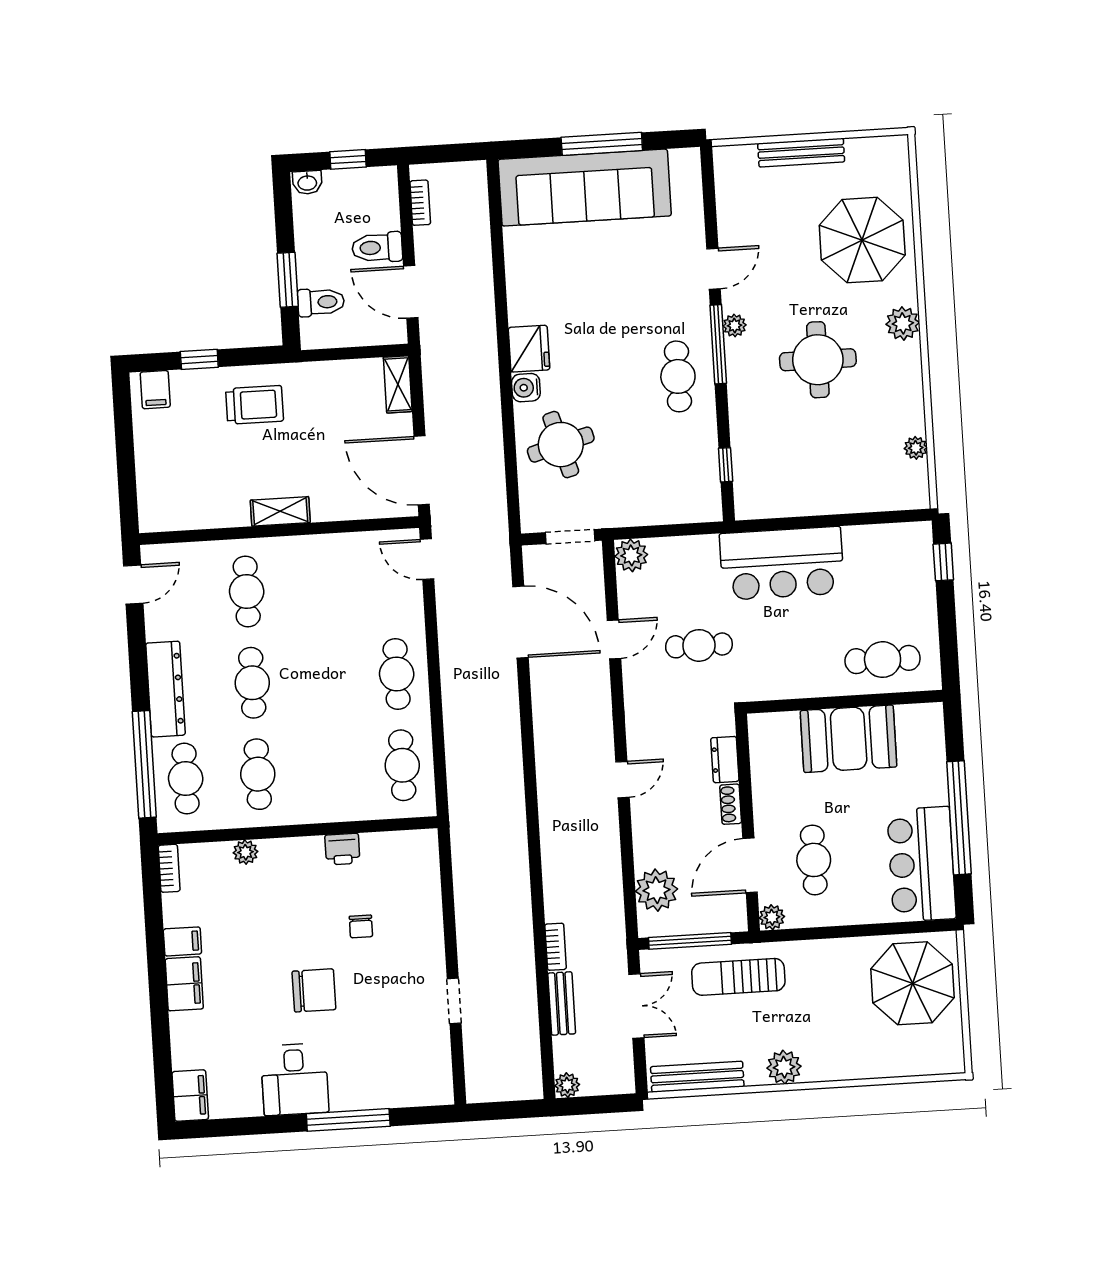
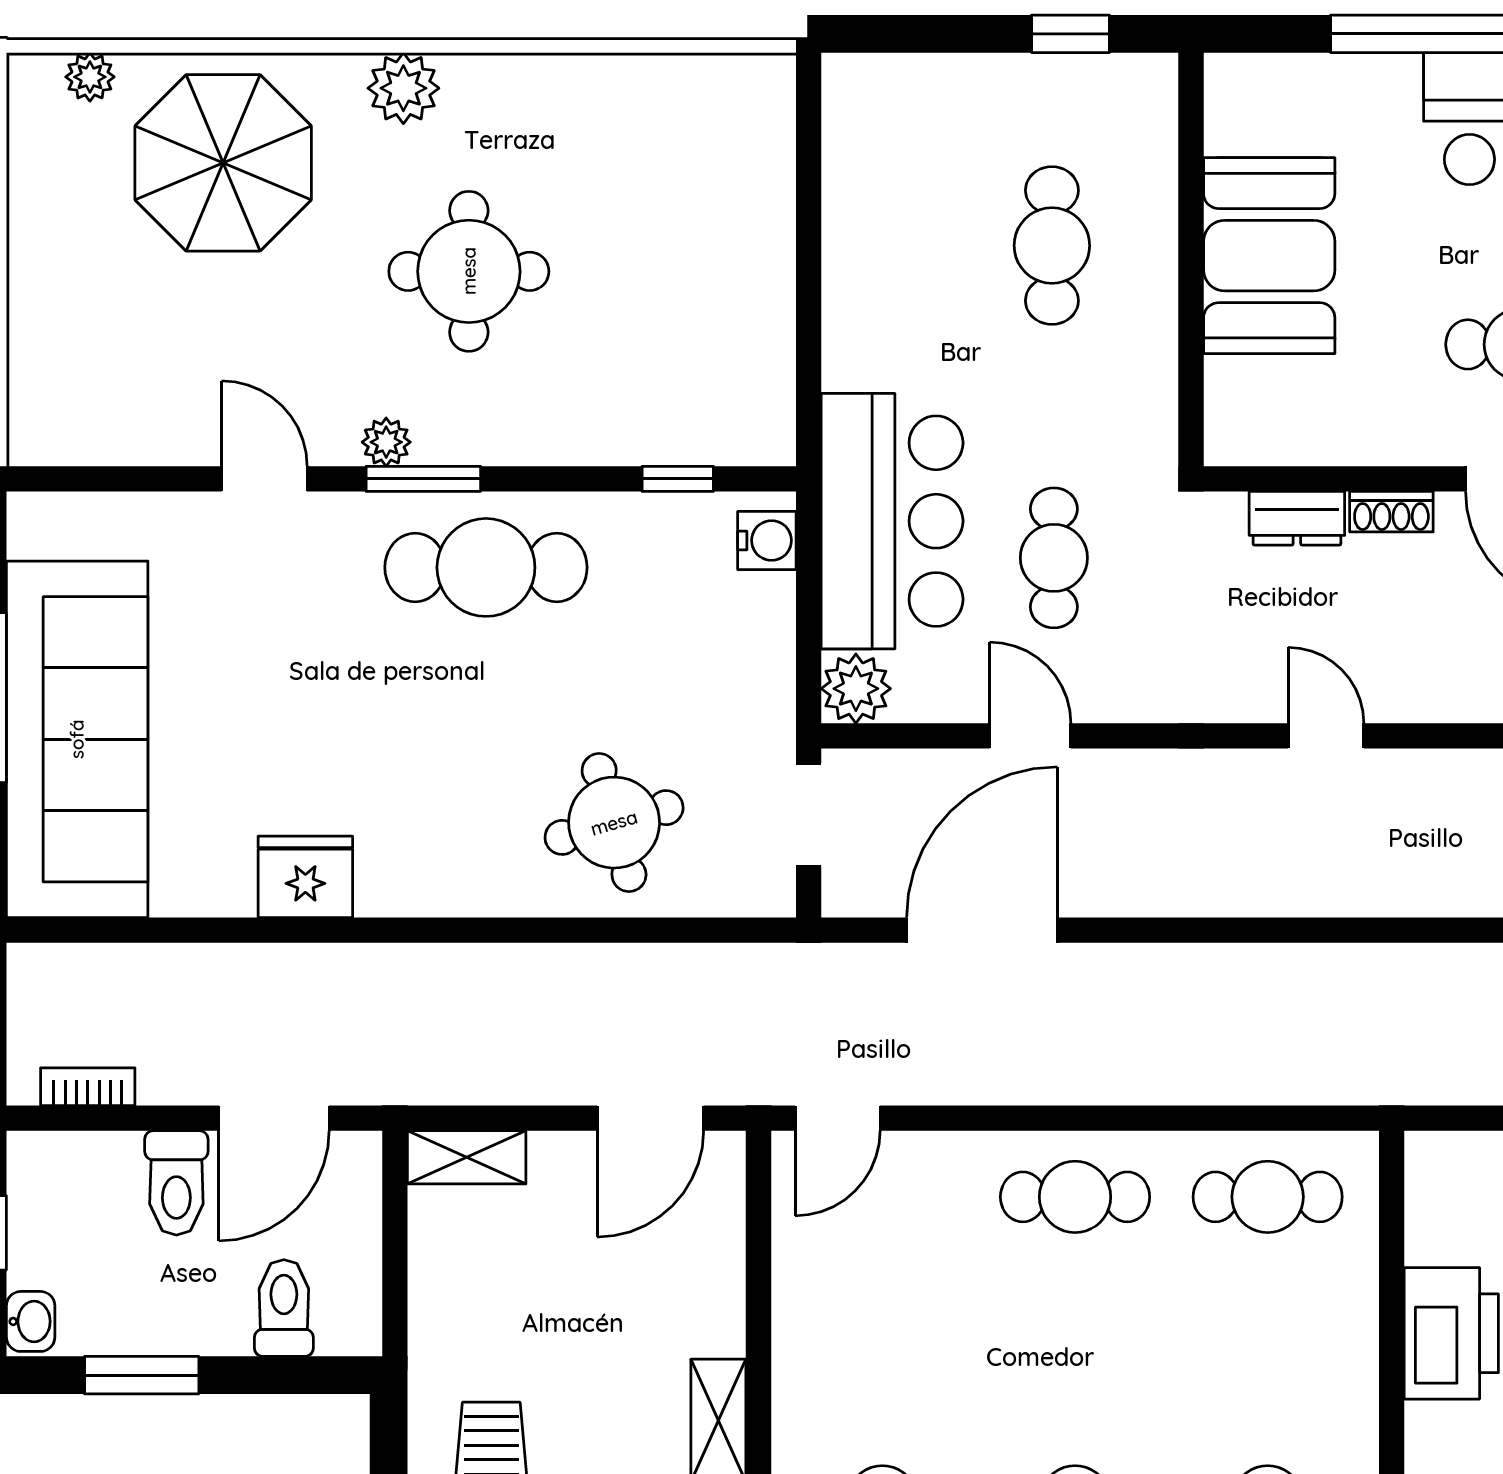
bench: (801, 153) -> (32, 280), removed
window: (288, 280) -> (142, 1375), moved
window: (718, 344) -> (423, 479), width x0.69
fridge: (529, 349) -> (305, 877), moved
cafe table: (678, 376) -> (486, 567), width x1.37, depth x1.35
water cooler: (526, 388) -> (767, 540), moved, turned -90
plant: (916, 448) -> (90, 77), moved
door: (422, 470) -> (650, 1118), width x0.73
window: (943, 562) -> (1071, 34), moved
bar counter: (782, 563) -> (892, 521), moved
cafe table: (883, 660) -> (1052, 246), moved
printer: (342, 849) -> (1451, 1333), width x1.87, depth x1.48

